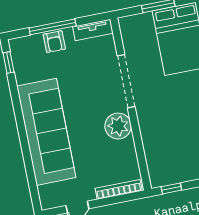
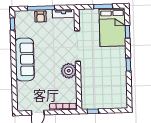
sofa: (46, 132) -> (25, 59), width x0.74, depth x0.79

